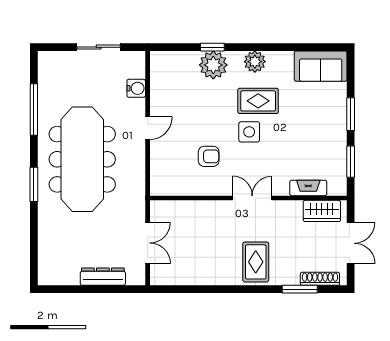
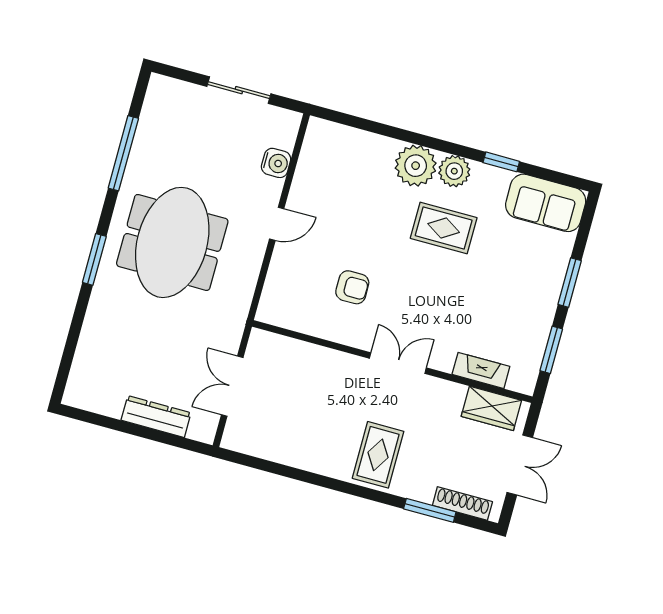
window: (212, 47) -> (501, 162), moved
plant: (213, 65) -> (416, 166), moved
side table: (249, 132) -> (419, 268), removed
meeting table: (82, 159) -> (172, 242), width x0.73
double door: (148, 243) -> (232, 386), swing flipped

